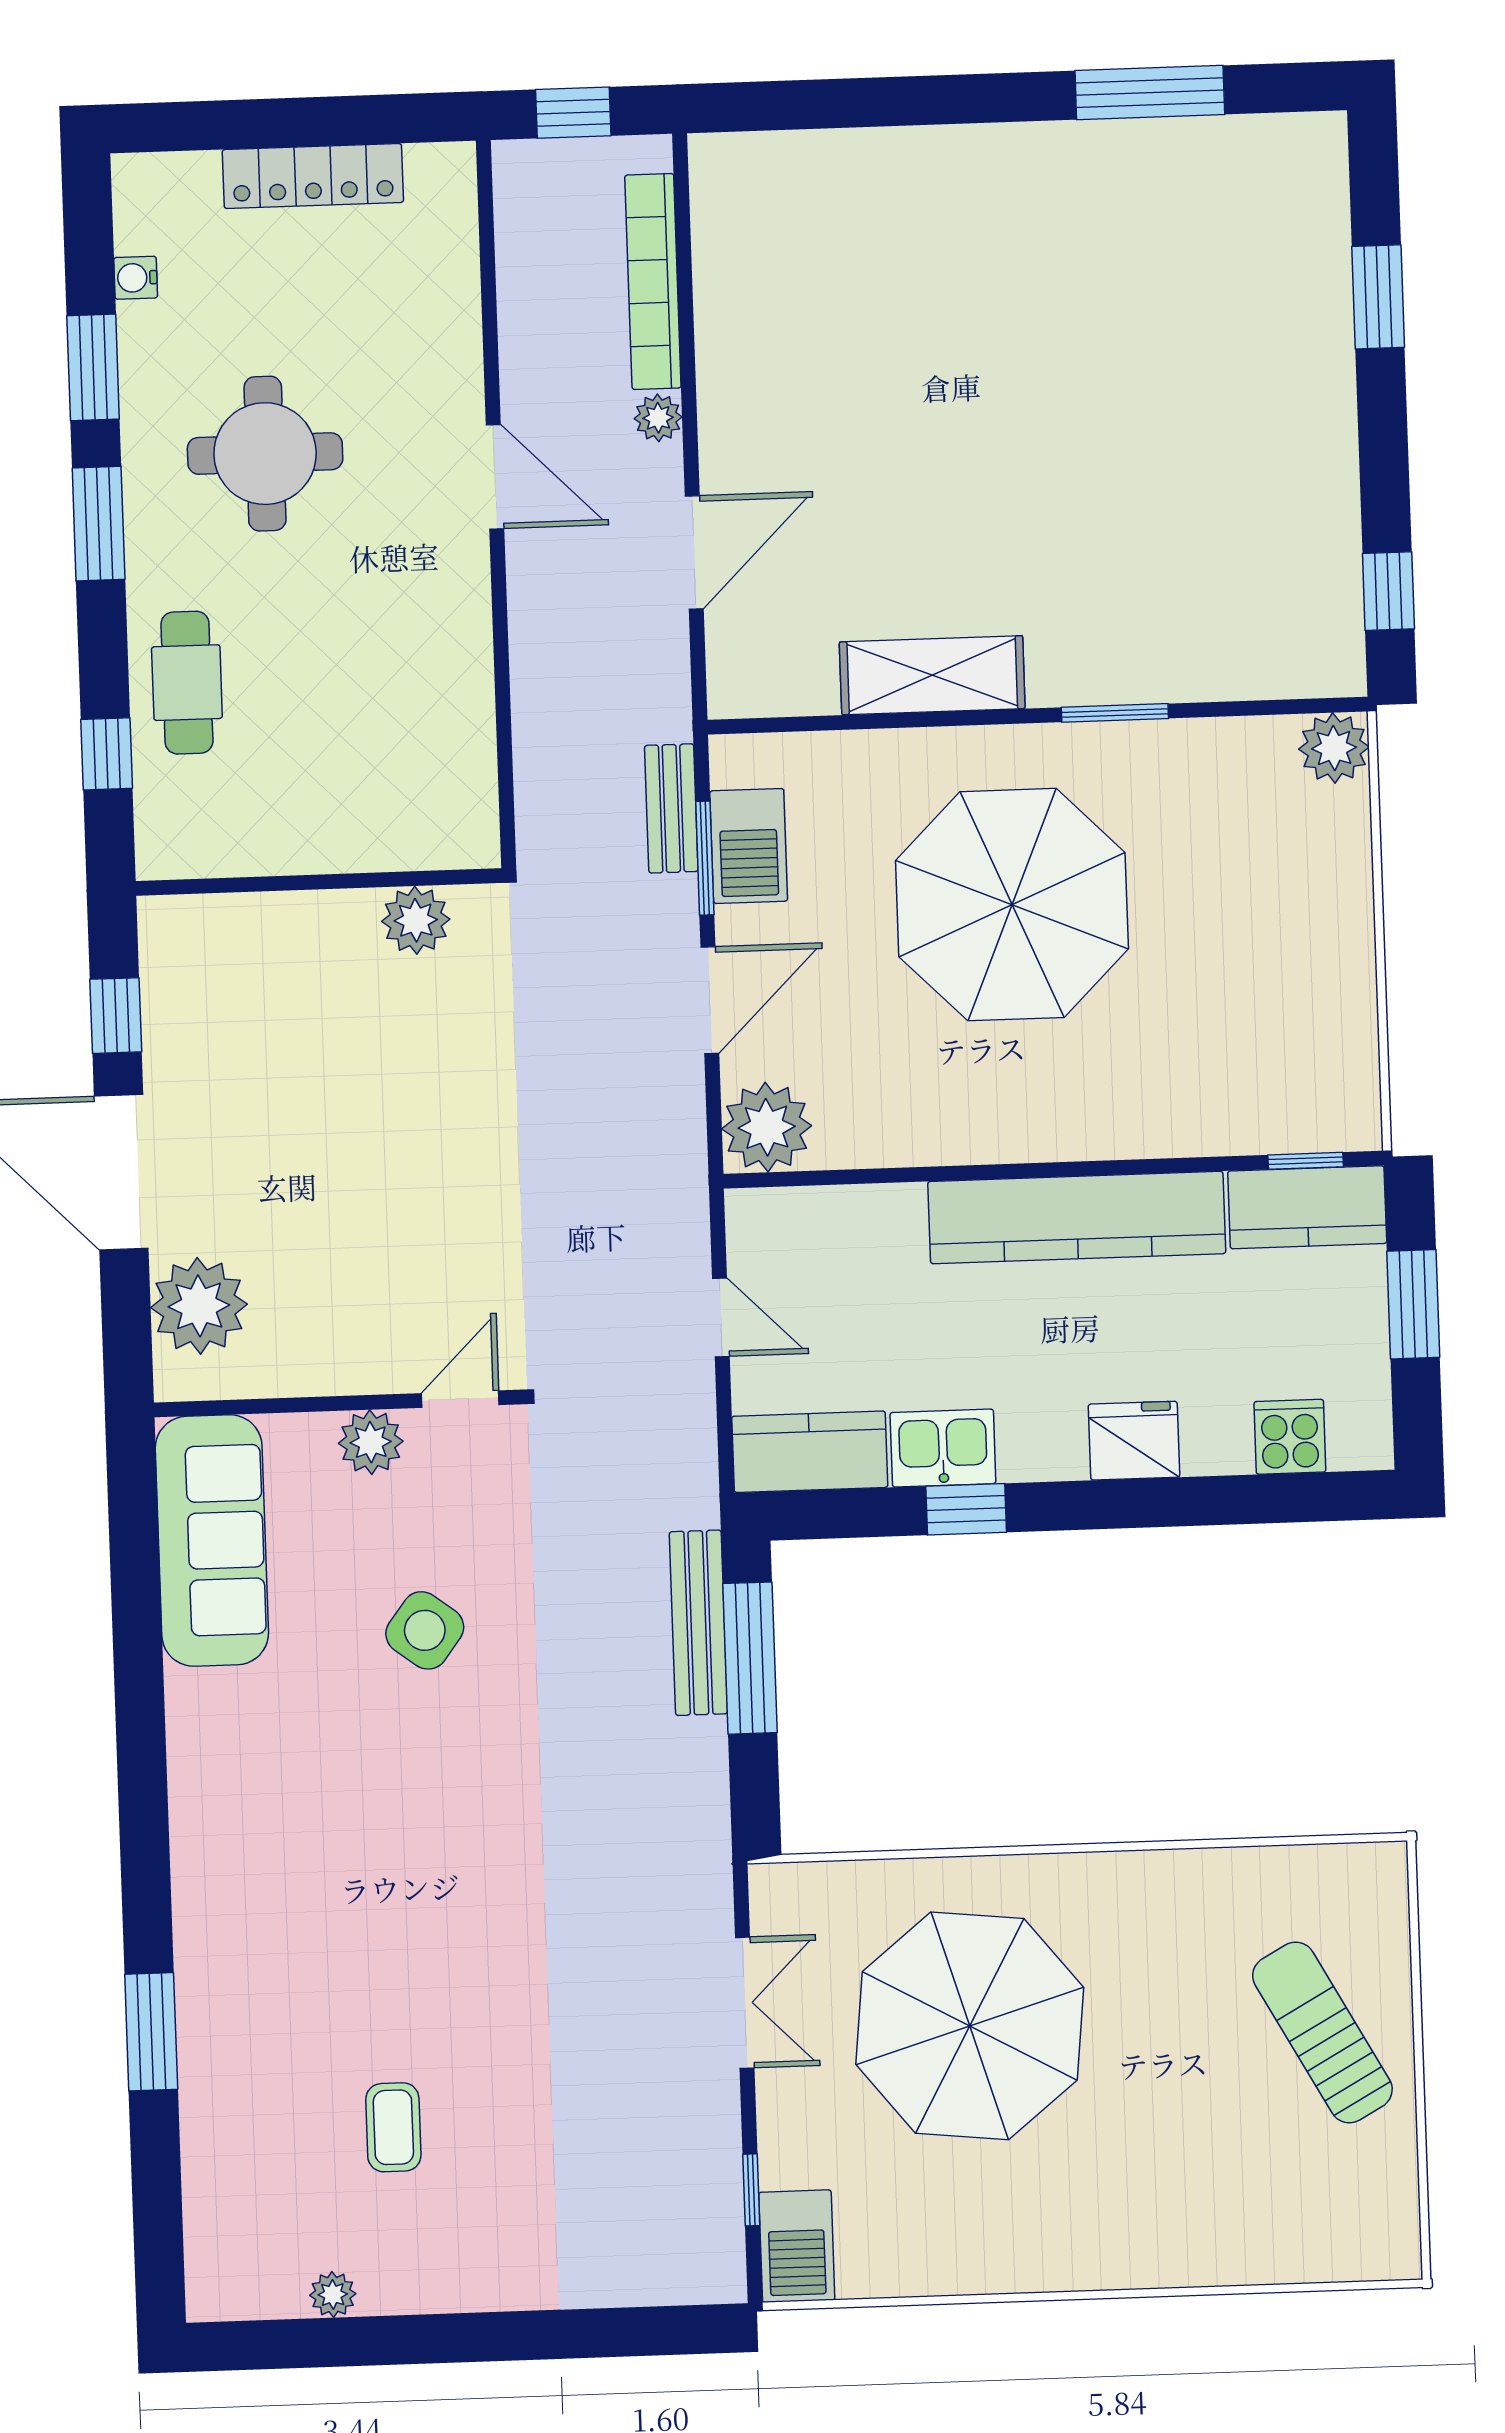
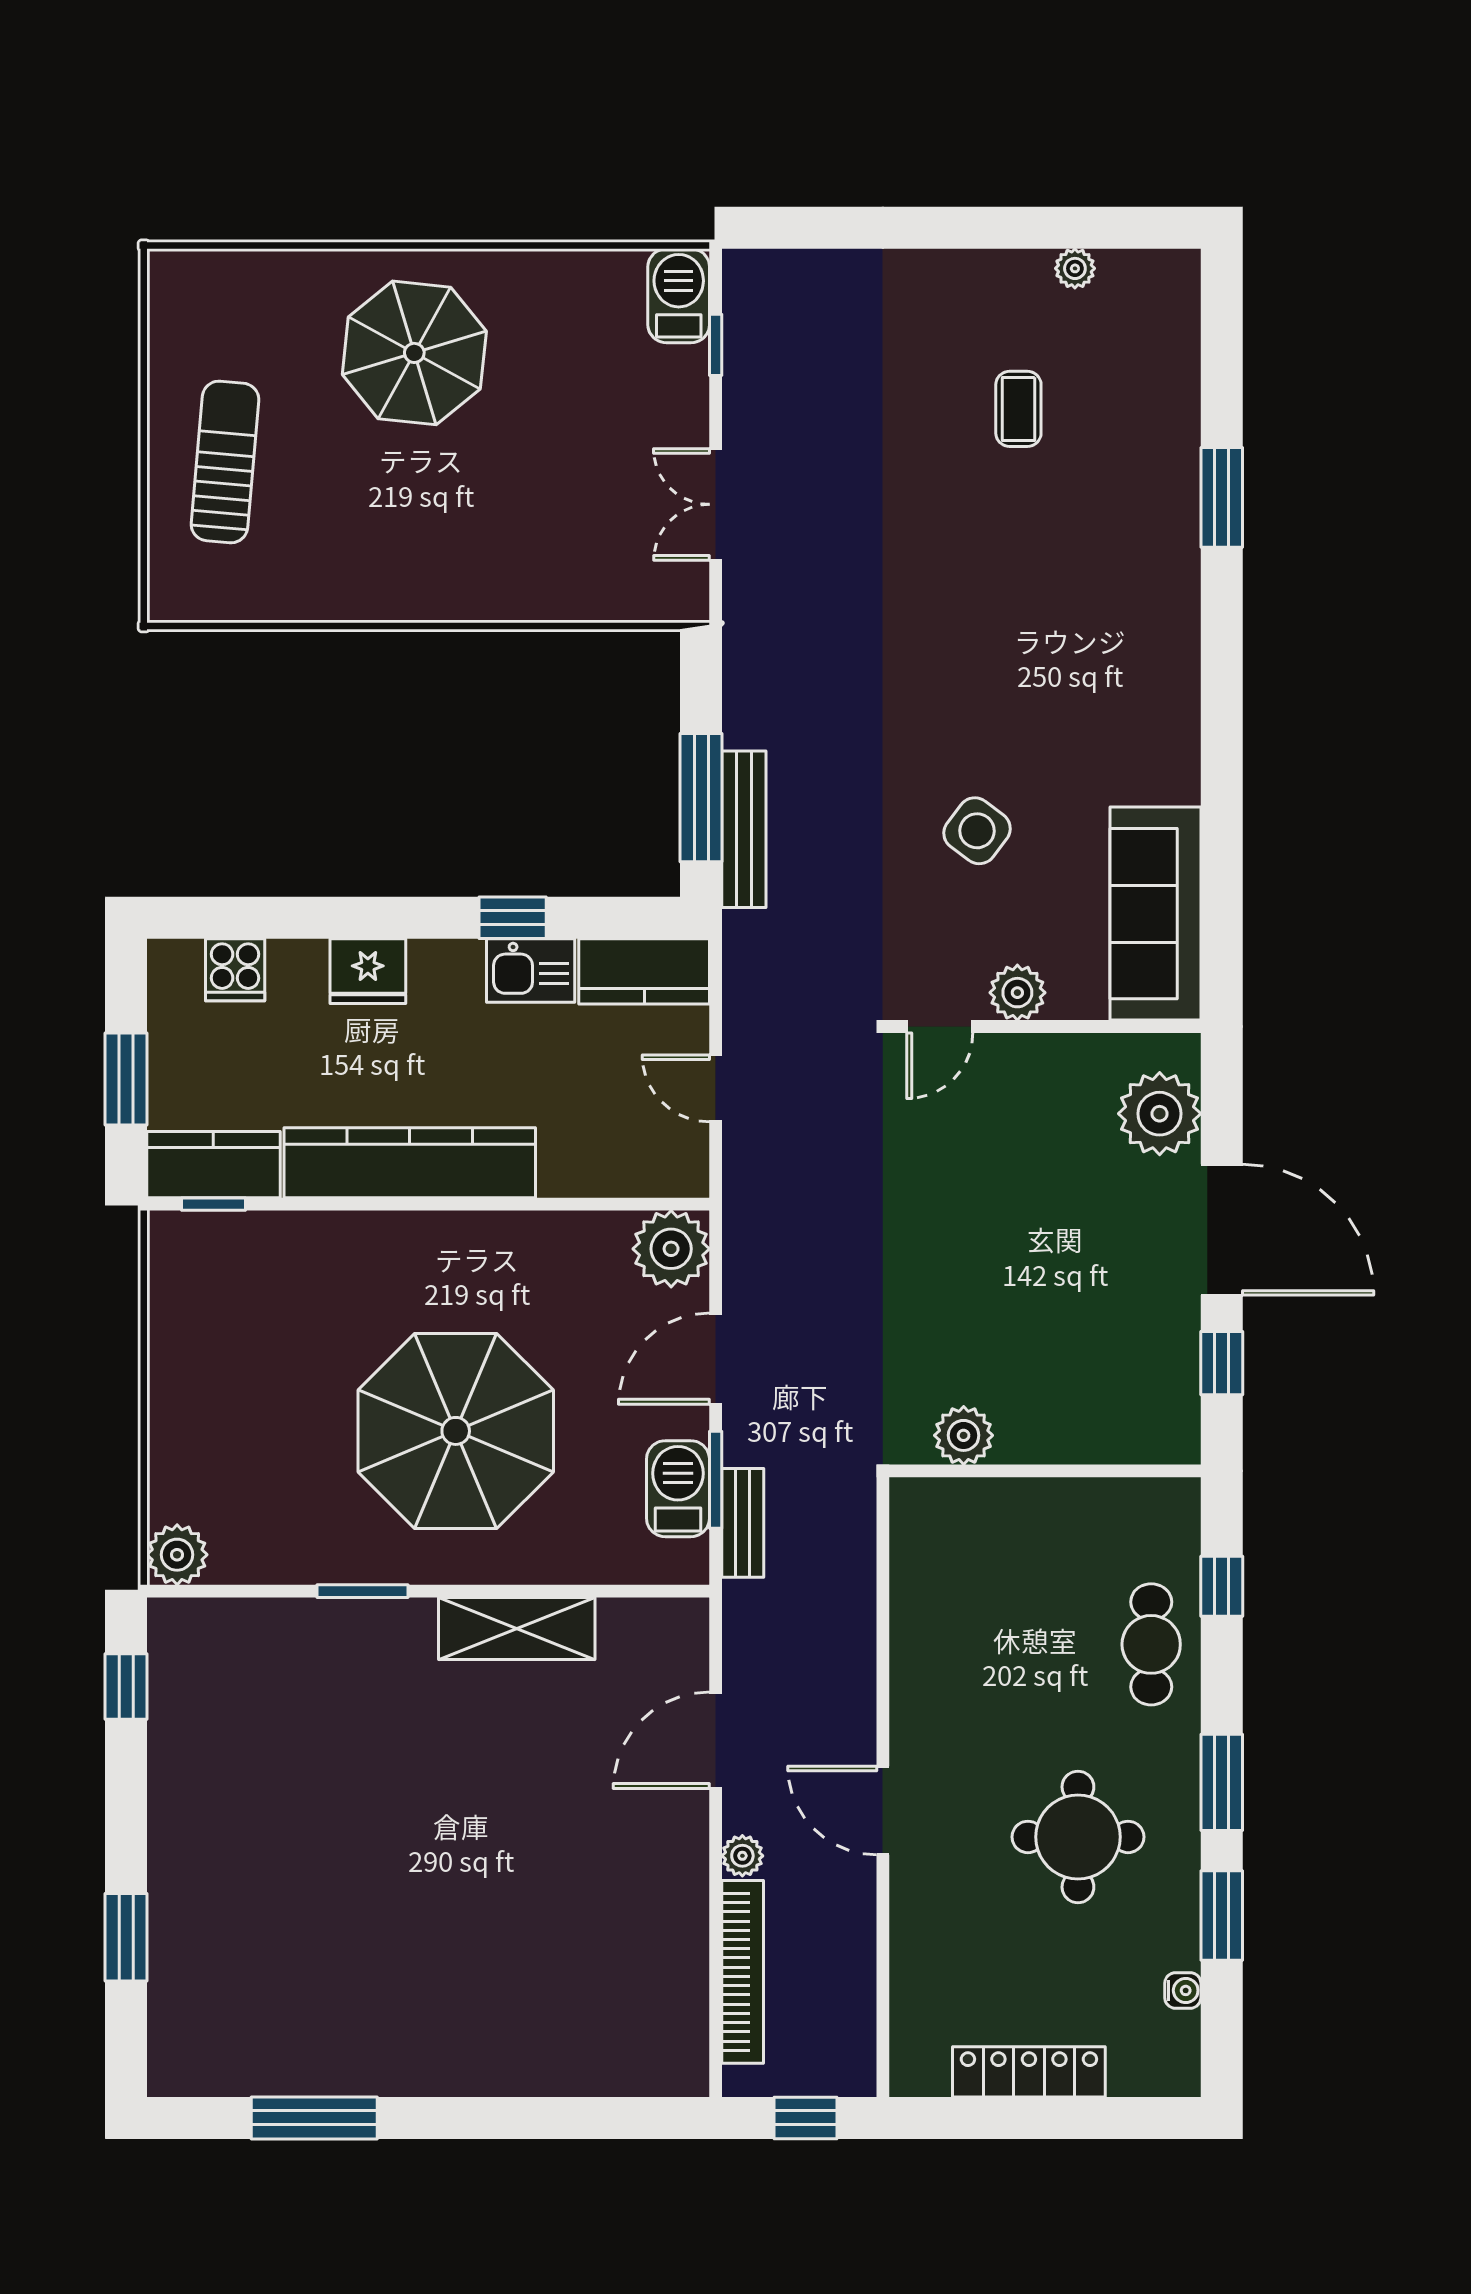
parasol: (970, 2026) -> (414, 353), moved, width x0.73, depth x0.73
sun lounger: (1322, 2032) -> (225, 462), turned -146

